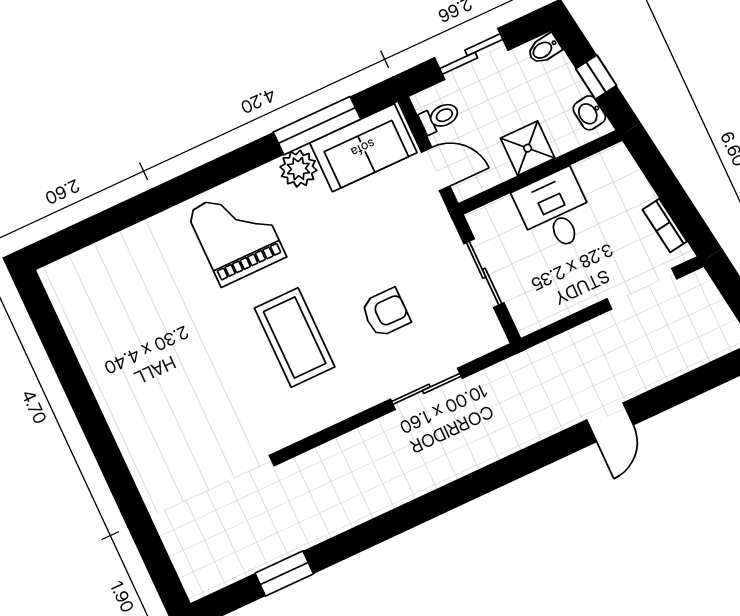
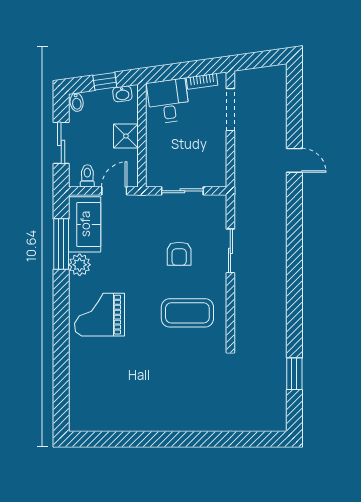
desk: (555, 211) -> (168, 101), moved, turned 82
armchair: (386, 313) -> (179, 254), turned 180
coffee table: (295, 337) -> (187, 313), moved

